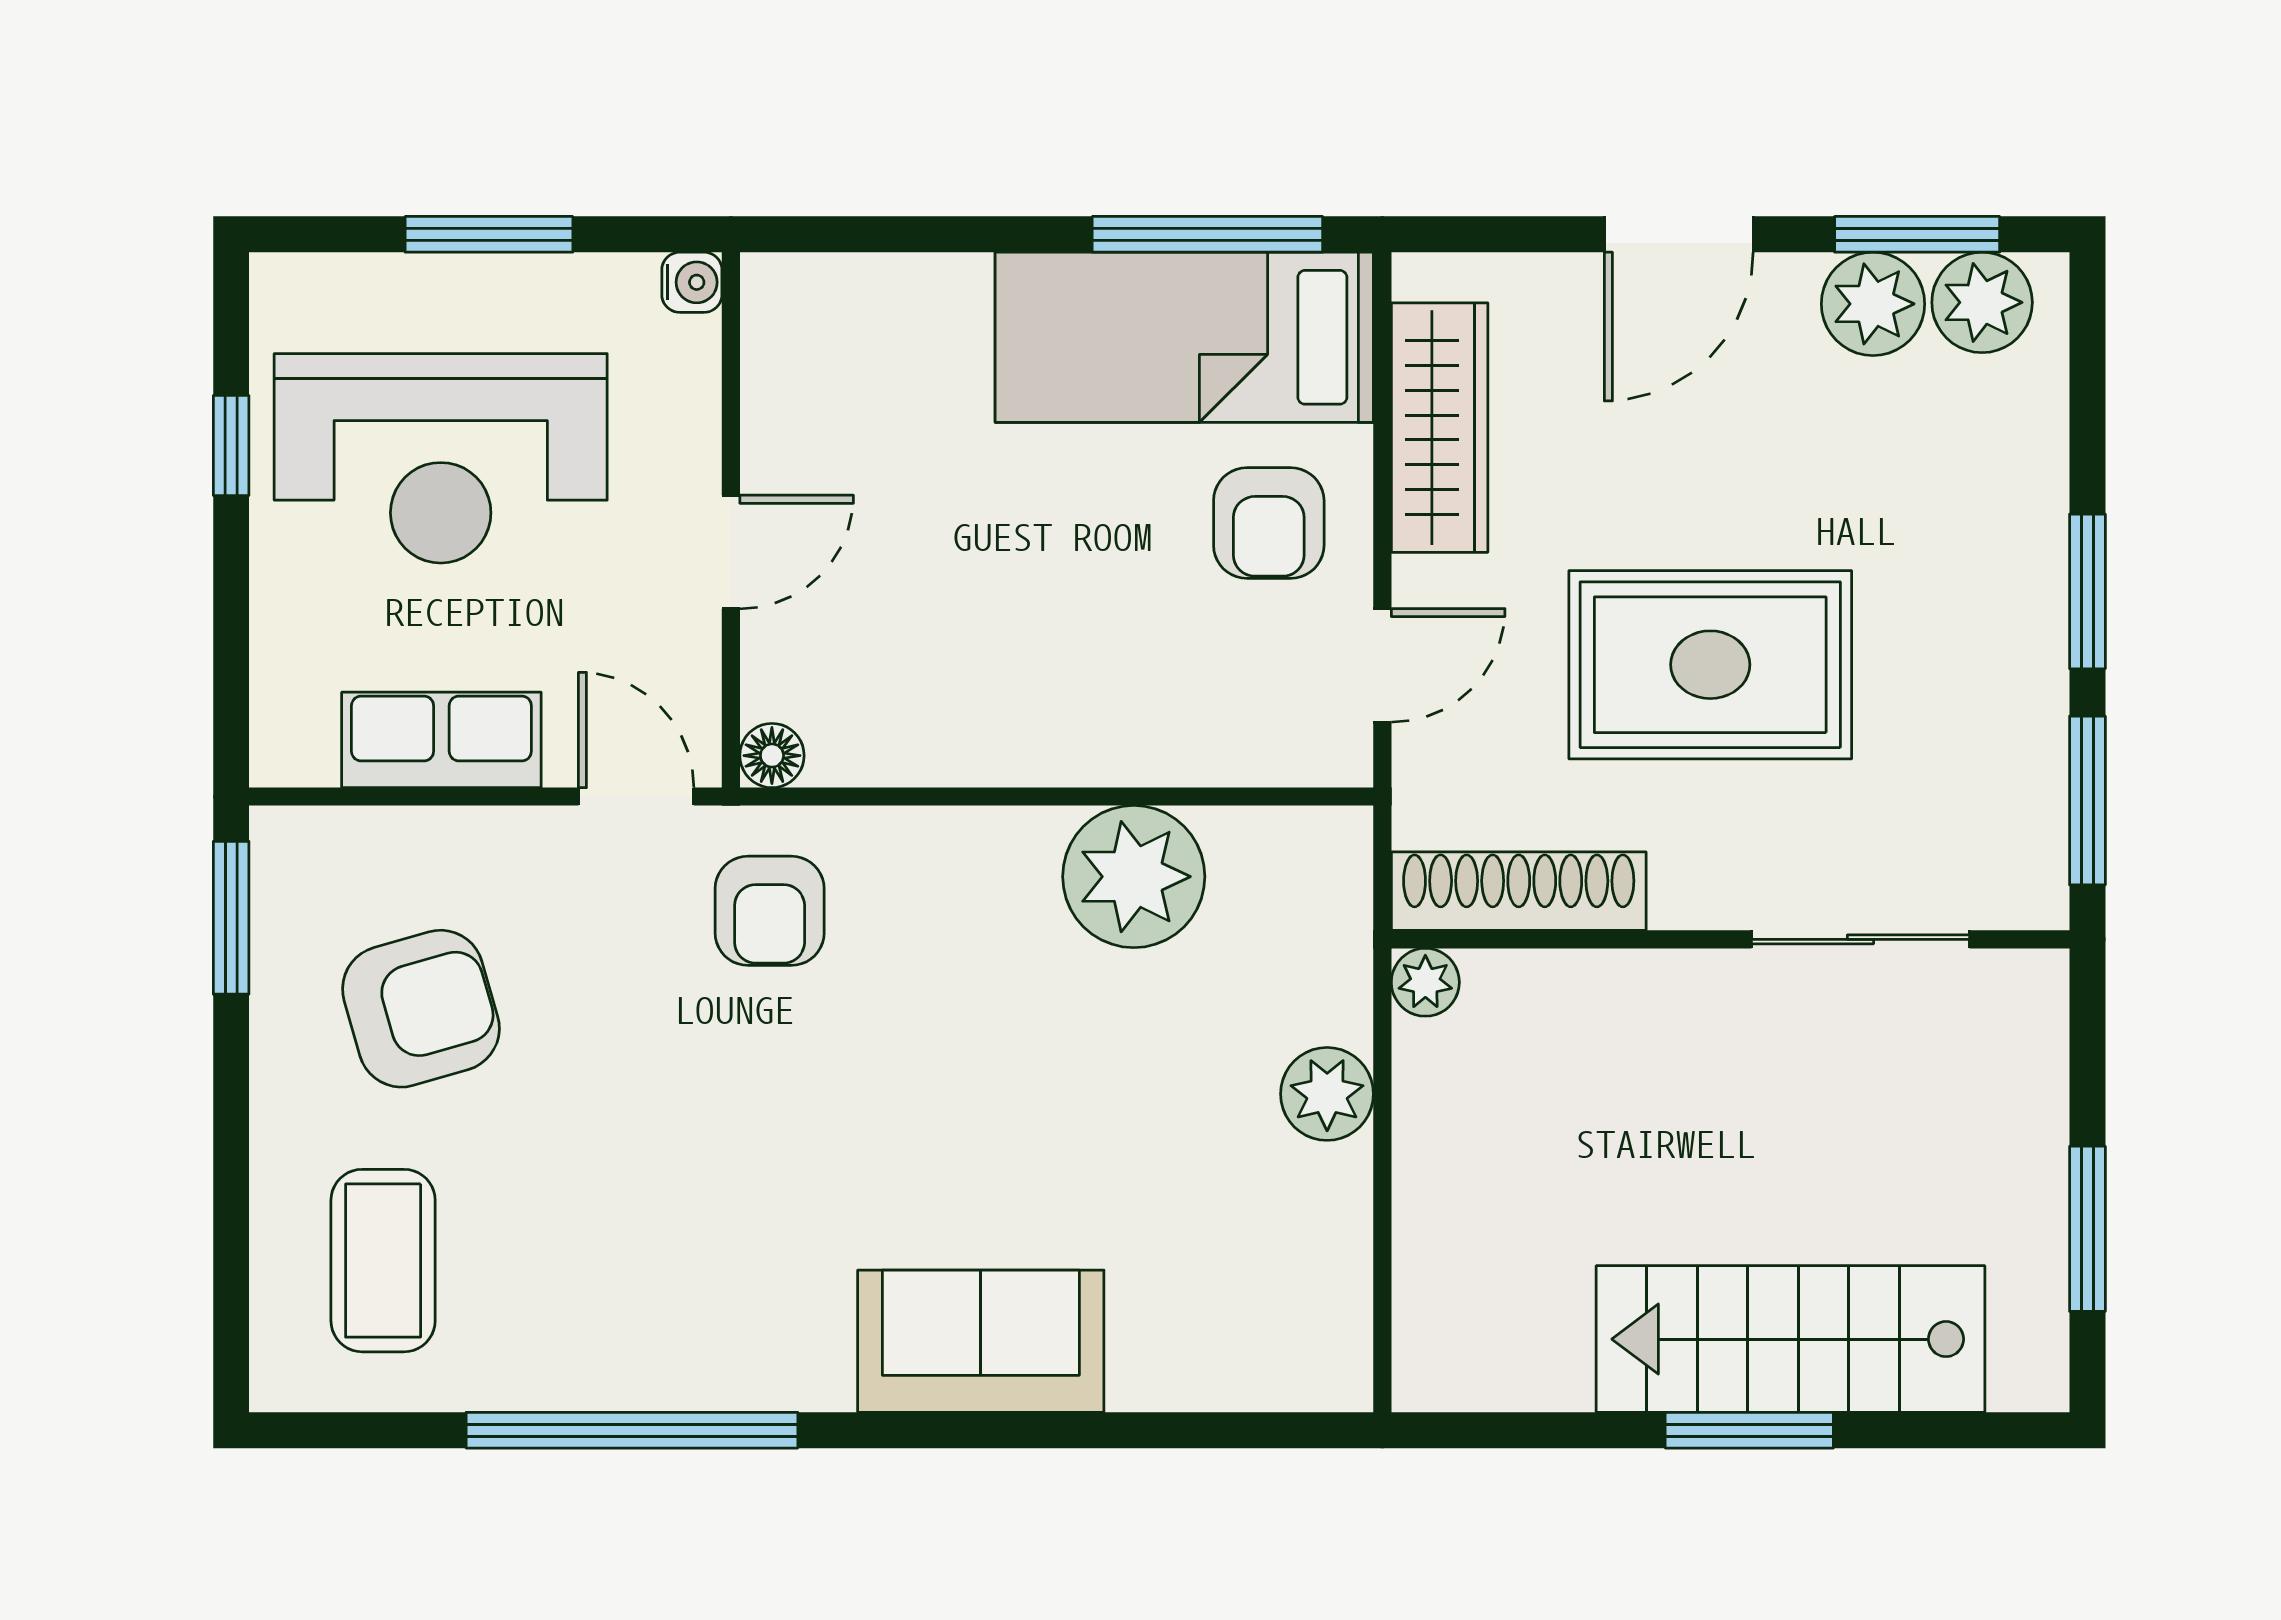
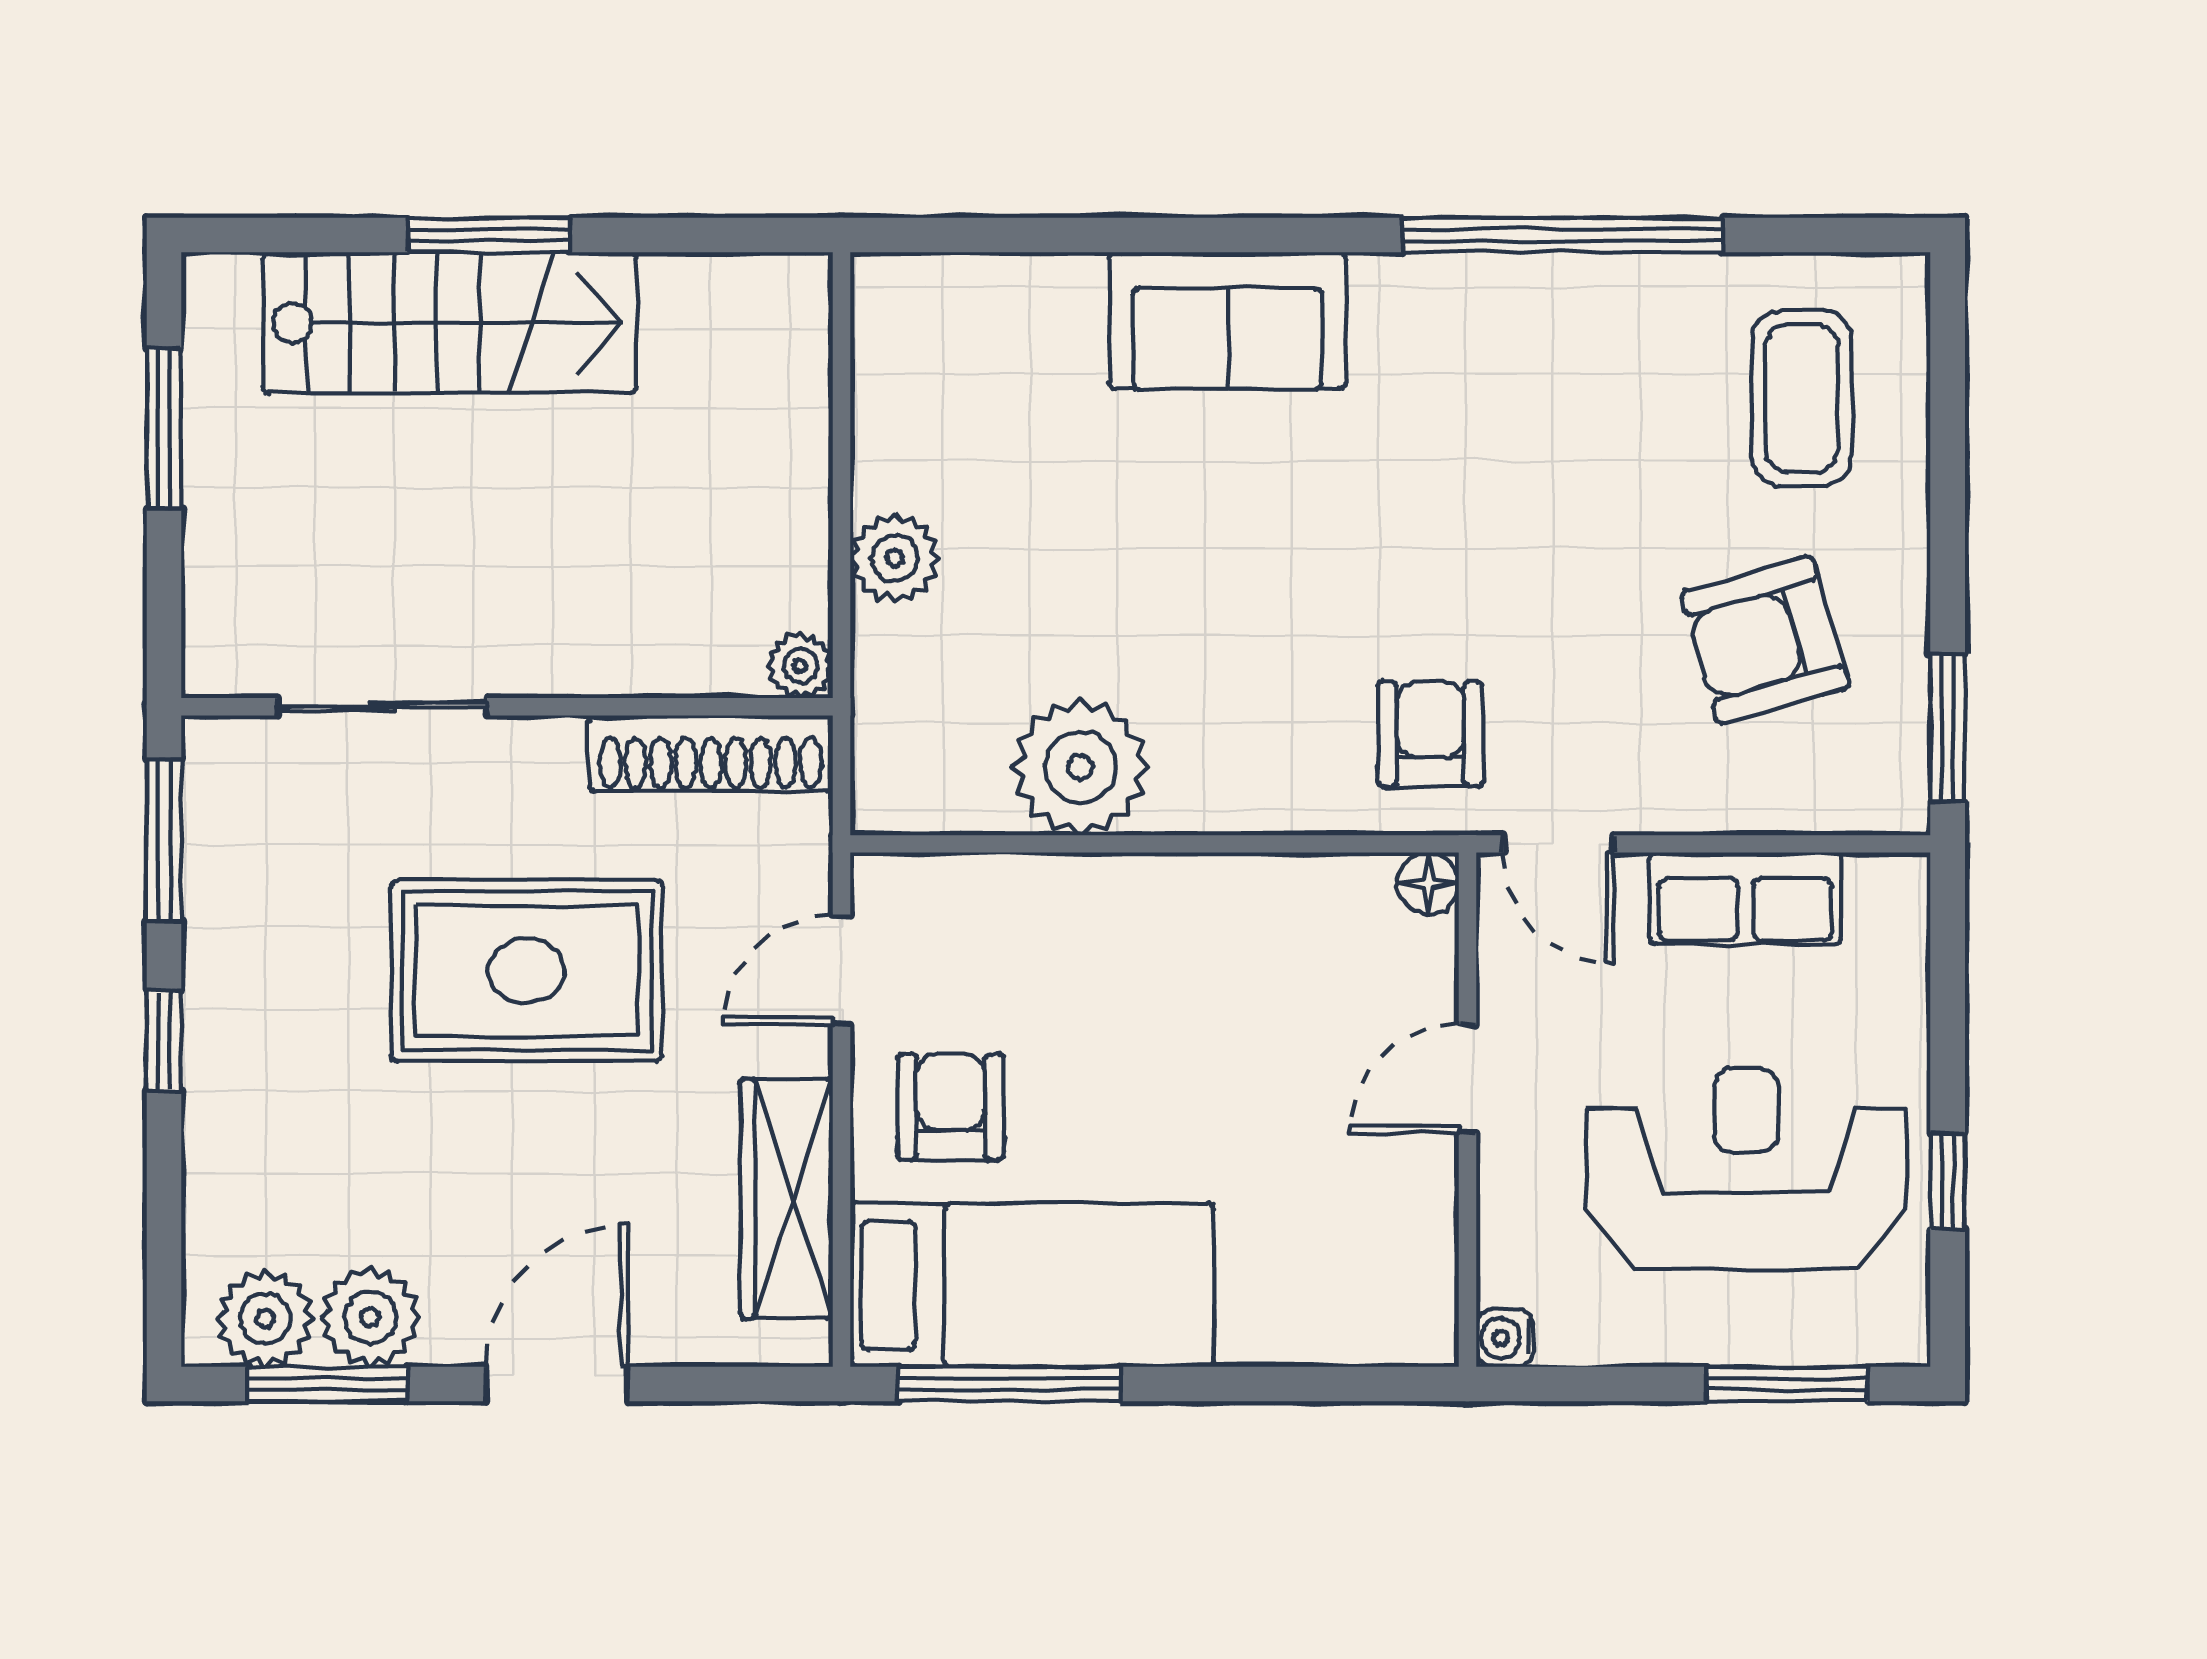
window: (489, 234) -> (1787, 1384), moved
window: (2087, 591) -> (164, 1041), width x0.67

